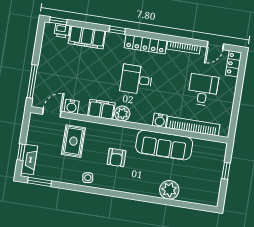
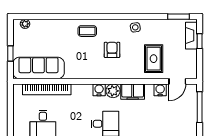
water cooler: (160, 120) -> (99, 90), moved
sofa: (164, 145) -> (38, 68), moved
coffee table: (140, 182) -> (87, 31), added
plant: (169, 190) -> (25, 24), moved, width x0.53, depth x0.53

